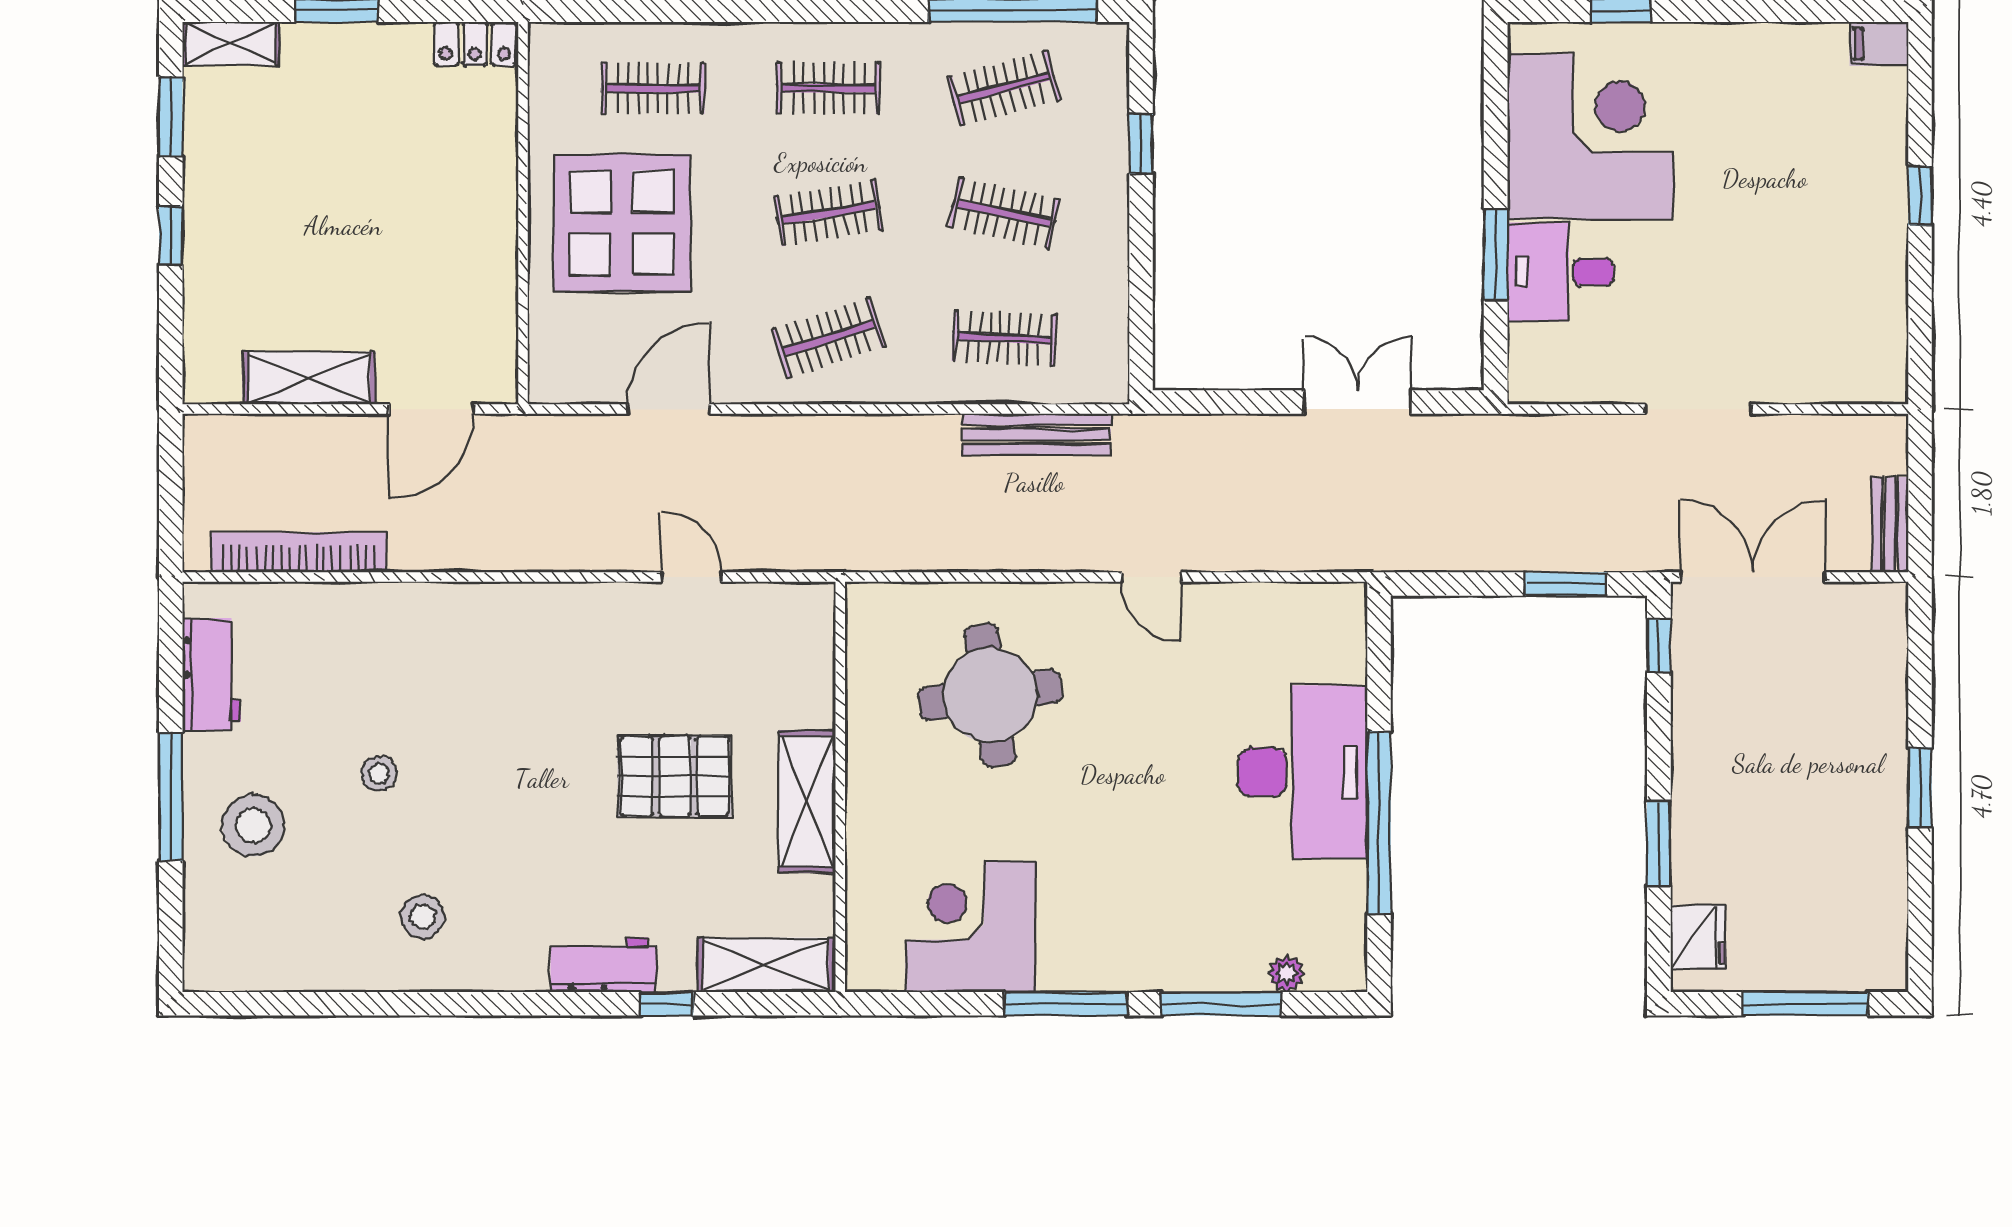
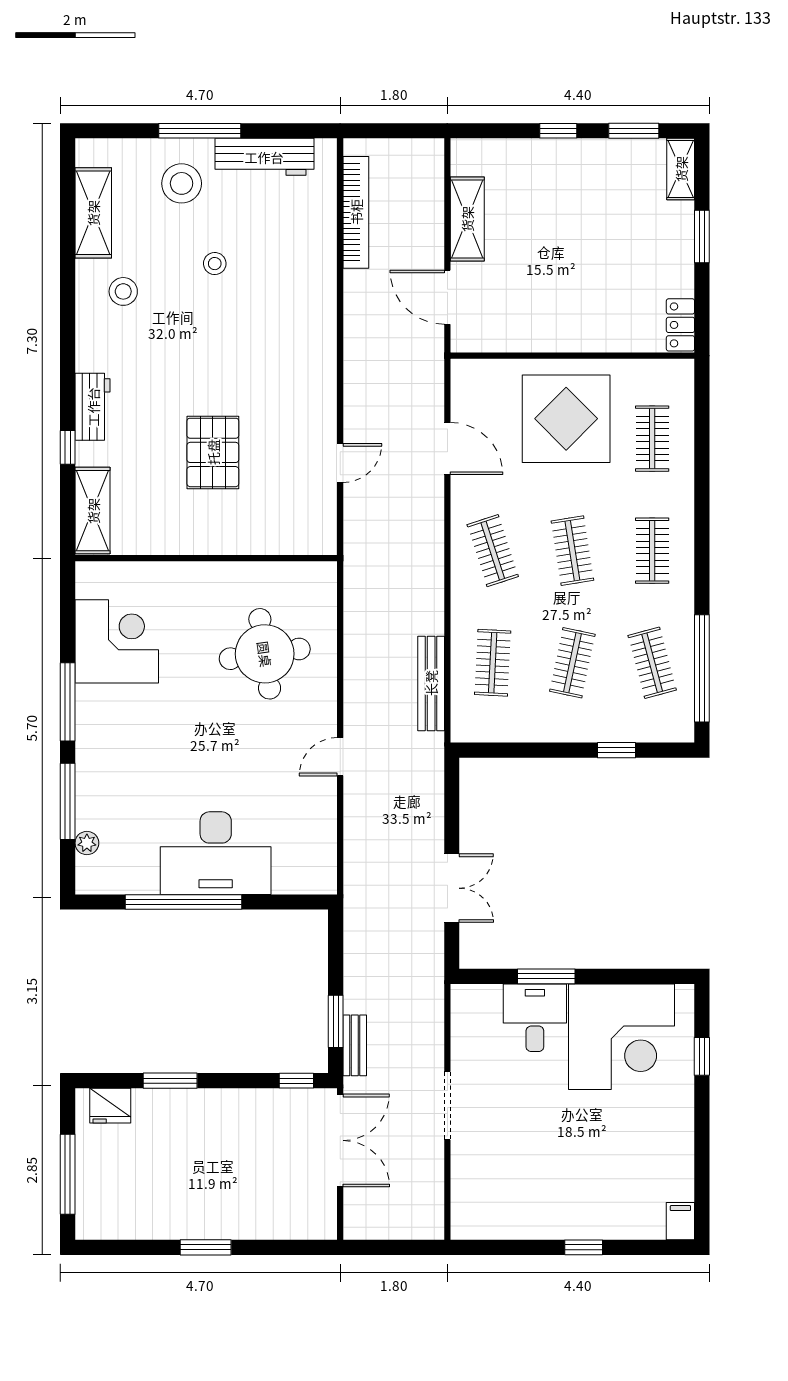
bench: (1890, 525) -> (355, 1045), moved, turned 90
workbench: (212, 674) -> (264, 157), width x1.38
shelving: (807, 802) -> (93, 213), moved, turned 90

